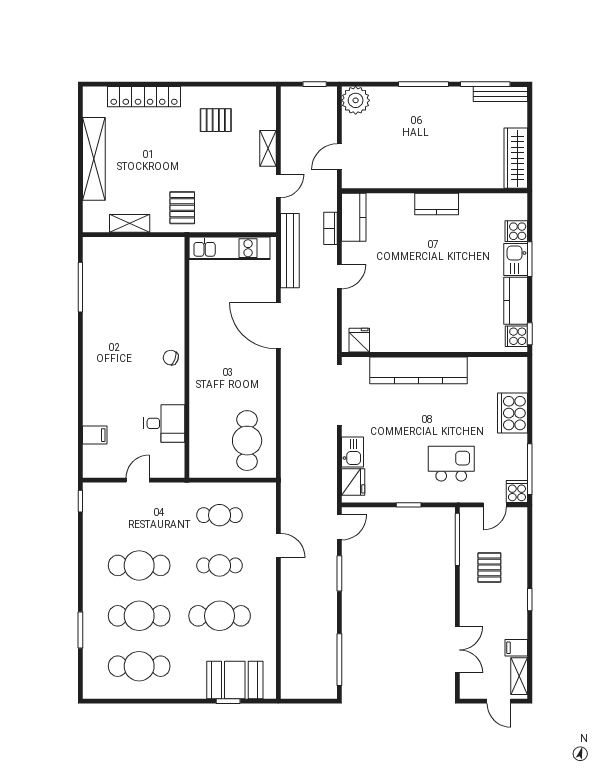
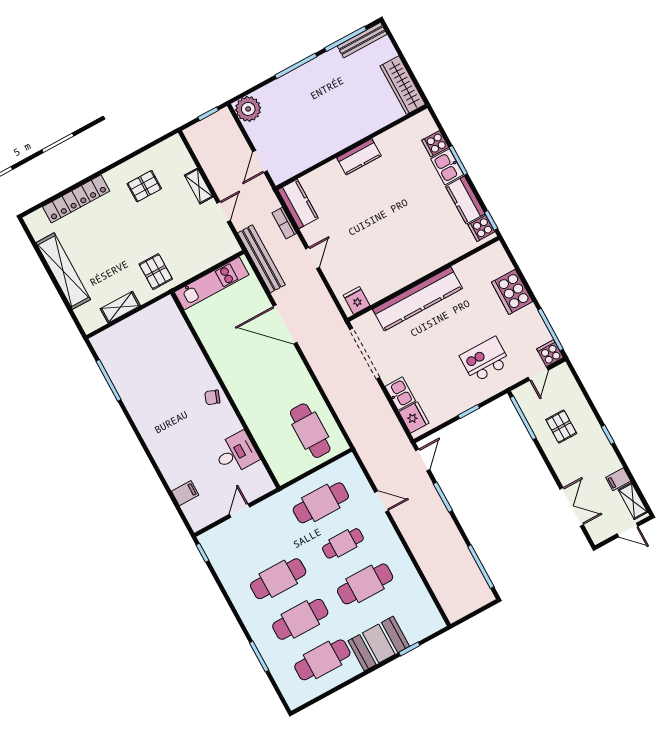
cafe table: (220, 515) -> (321, 503), width x1.37, depth x1.35
booth: (235, 680) -> (379, 644), moved

